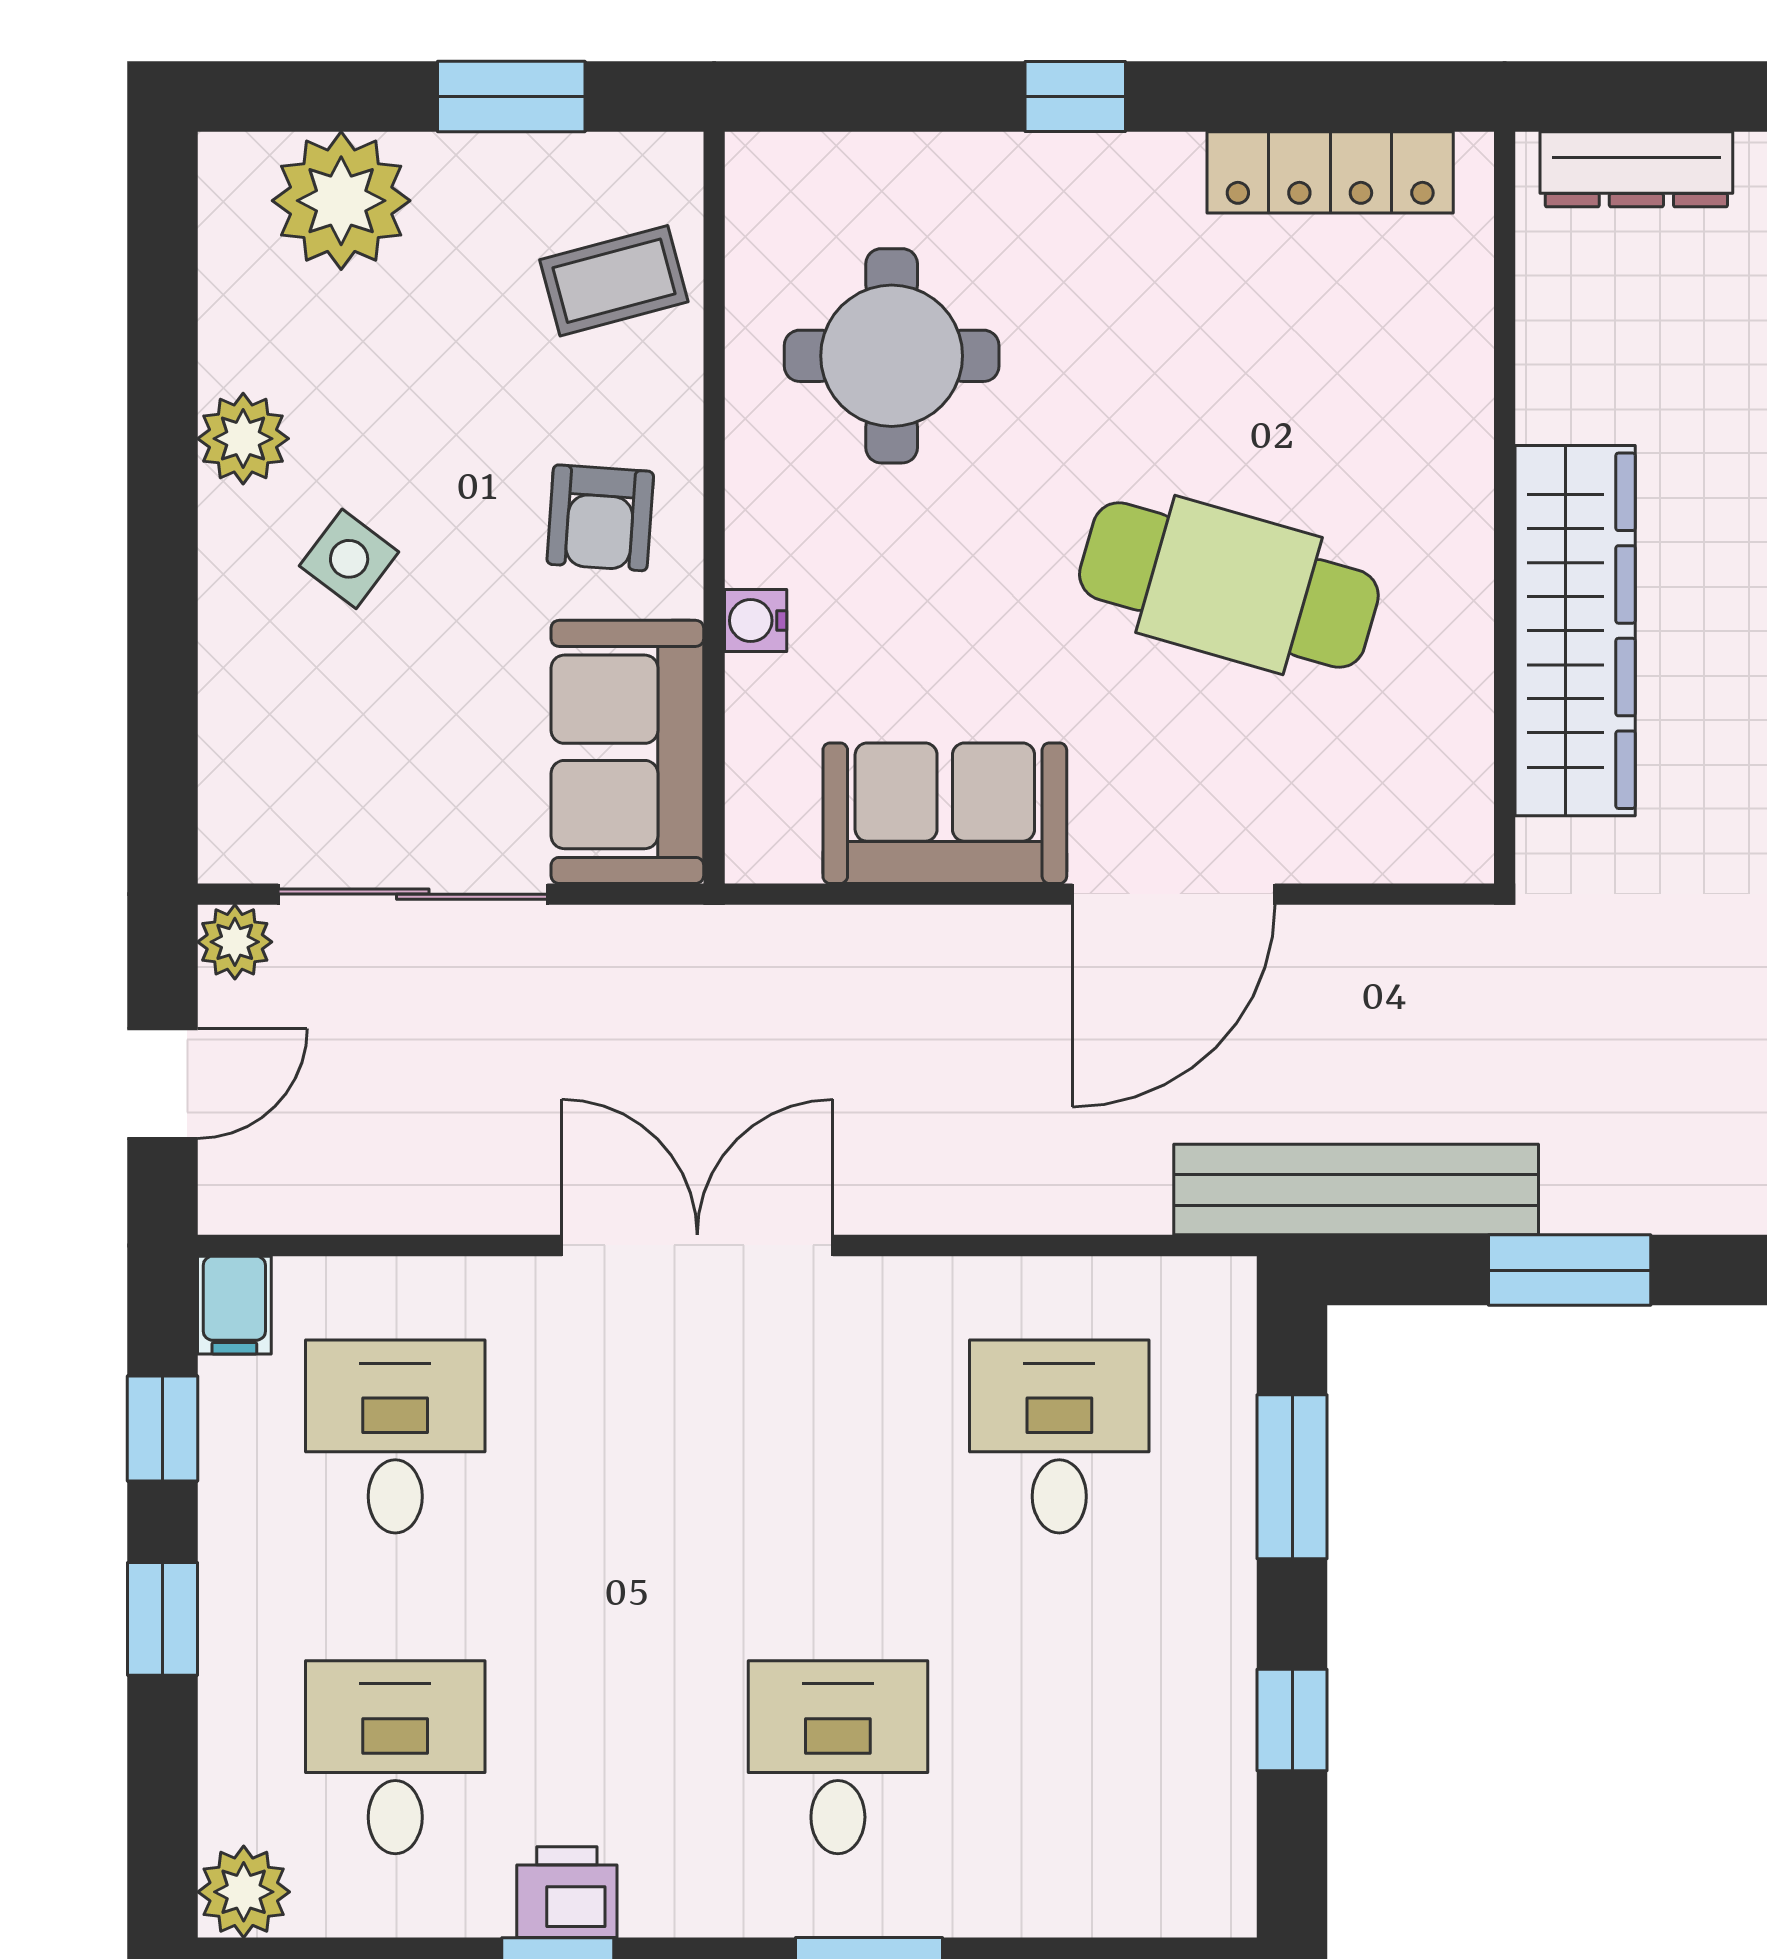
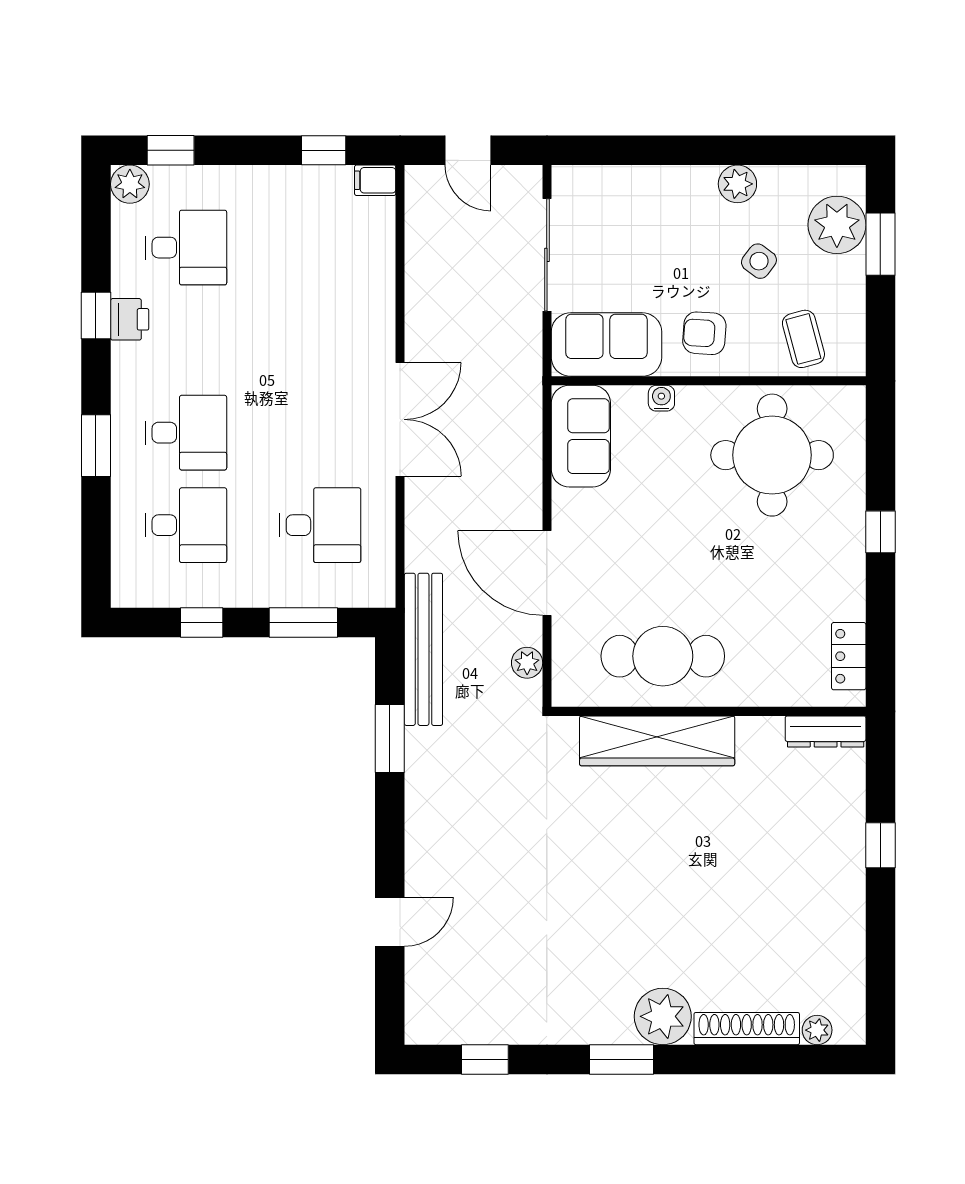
window: (511, 97) -> (880, 244), moved
dresser: (1636, 169) -> (826, 732), moved, turned -90
locker: (1330, 172) -> (849, 656), width x0.66
round table: (892, 356) -> (772, 455), width x1.36, depth x1.36
side table: (349, 559) -> (759, 261), moved
cafe table: (1229, 585) -> (663, 656), moved, turned 74
sofa: (945, 813) -> (581, 436), moved
plant: (235, 942) -> (527, 663), moved
double door: (697, 1245) -> (400, 419), moved
desk: (395, 1436) -> (186, 525), moved
window: (162, 1619) -> (171, 150), moved

